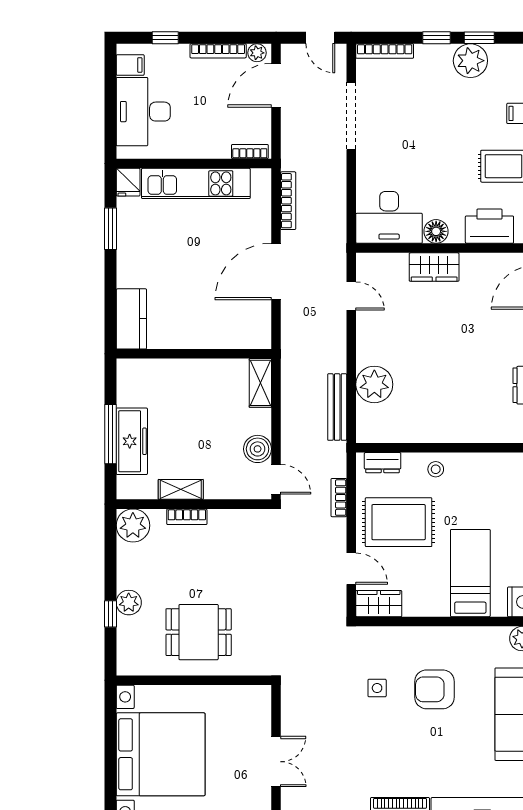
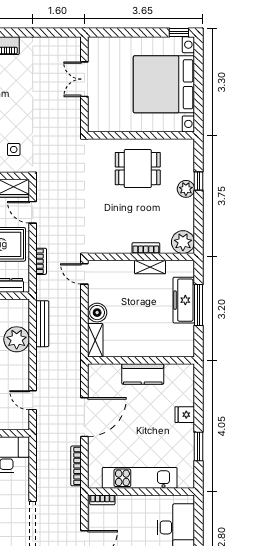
fridge: (128, 182) -> (185, 415), moved, turned -90
kitchen counter: (131, 319) -> (143, 374), moved, turned -90
boiler: (258, 449) -> (97, 313), moved
side table: (377, 688) -> (14, 149), moved

